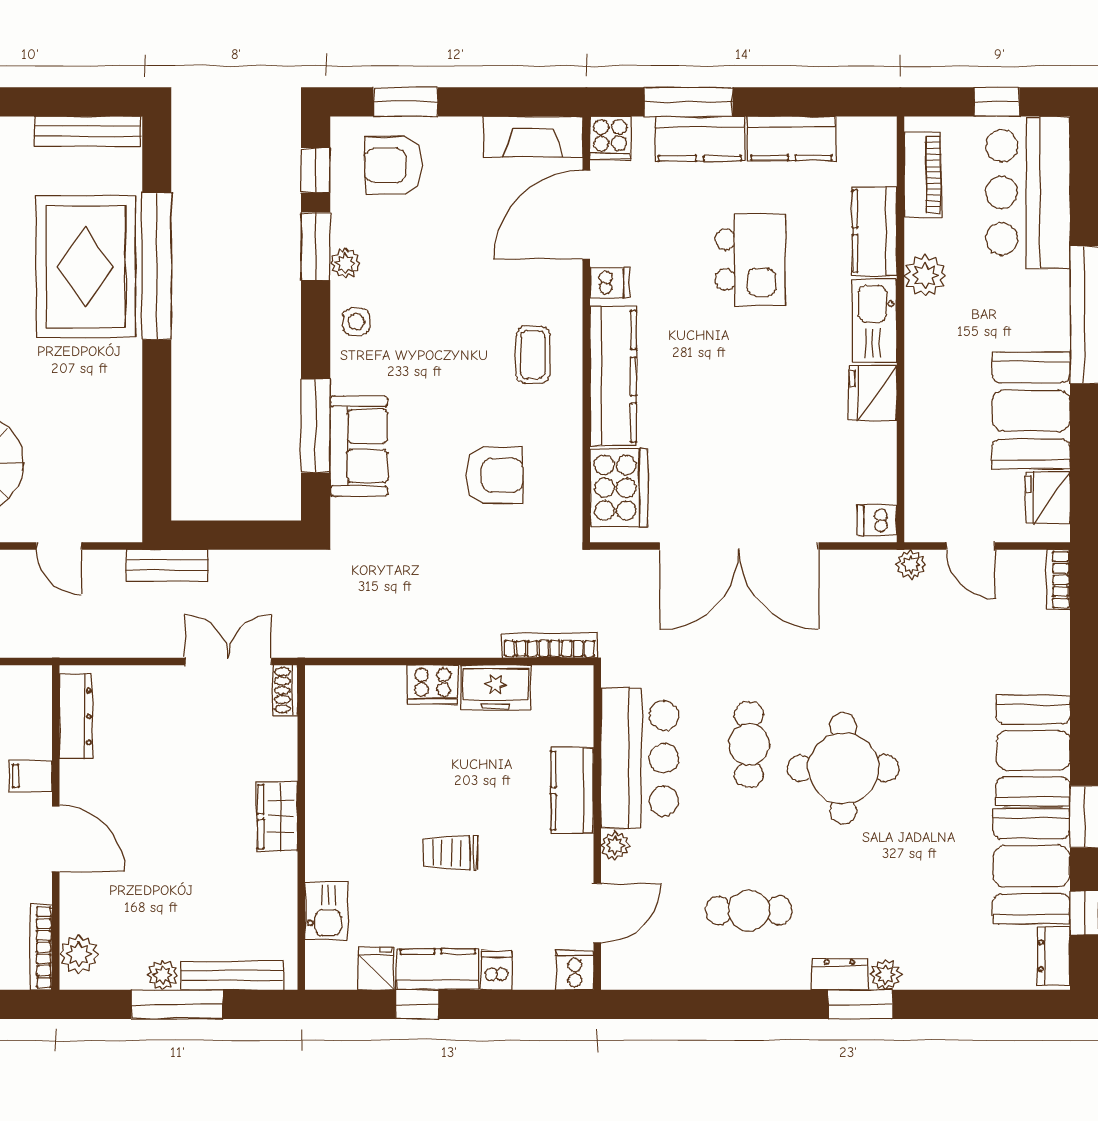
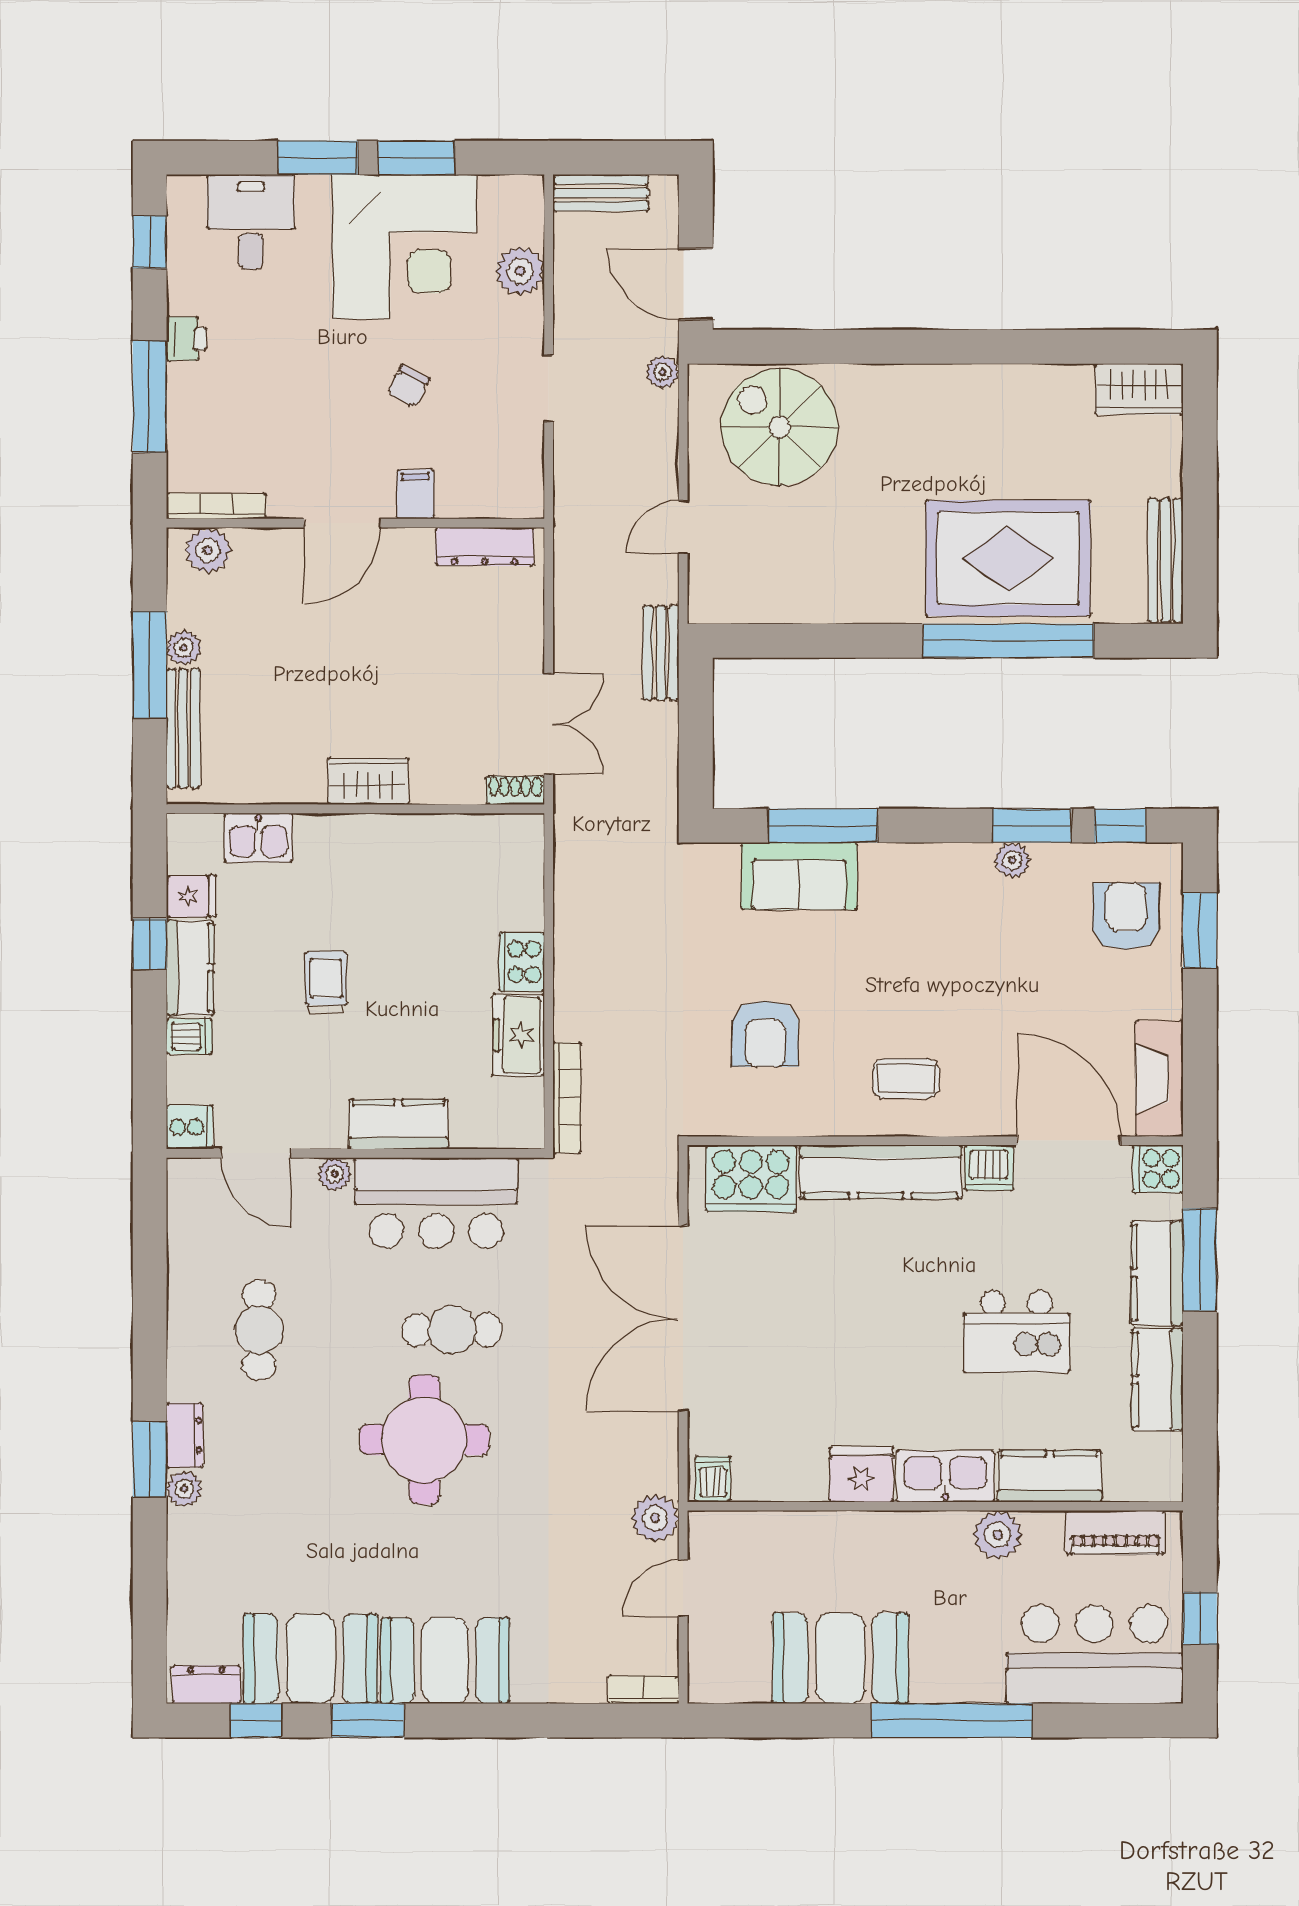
dishwasher: (610, 283) -> (989, 1168), width x1.38
side table: (356, 322) -> (944, 873), removed
fridge: (1048, 498) -> (739, 1678), removed
plant: (911, 564) -> (655, 1518), width x1.38, depth x1.38

